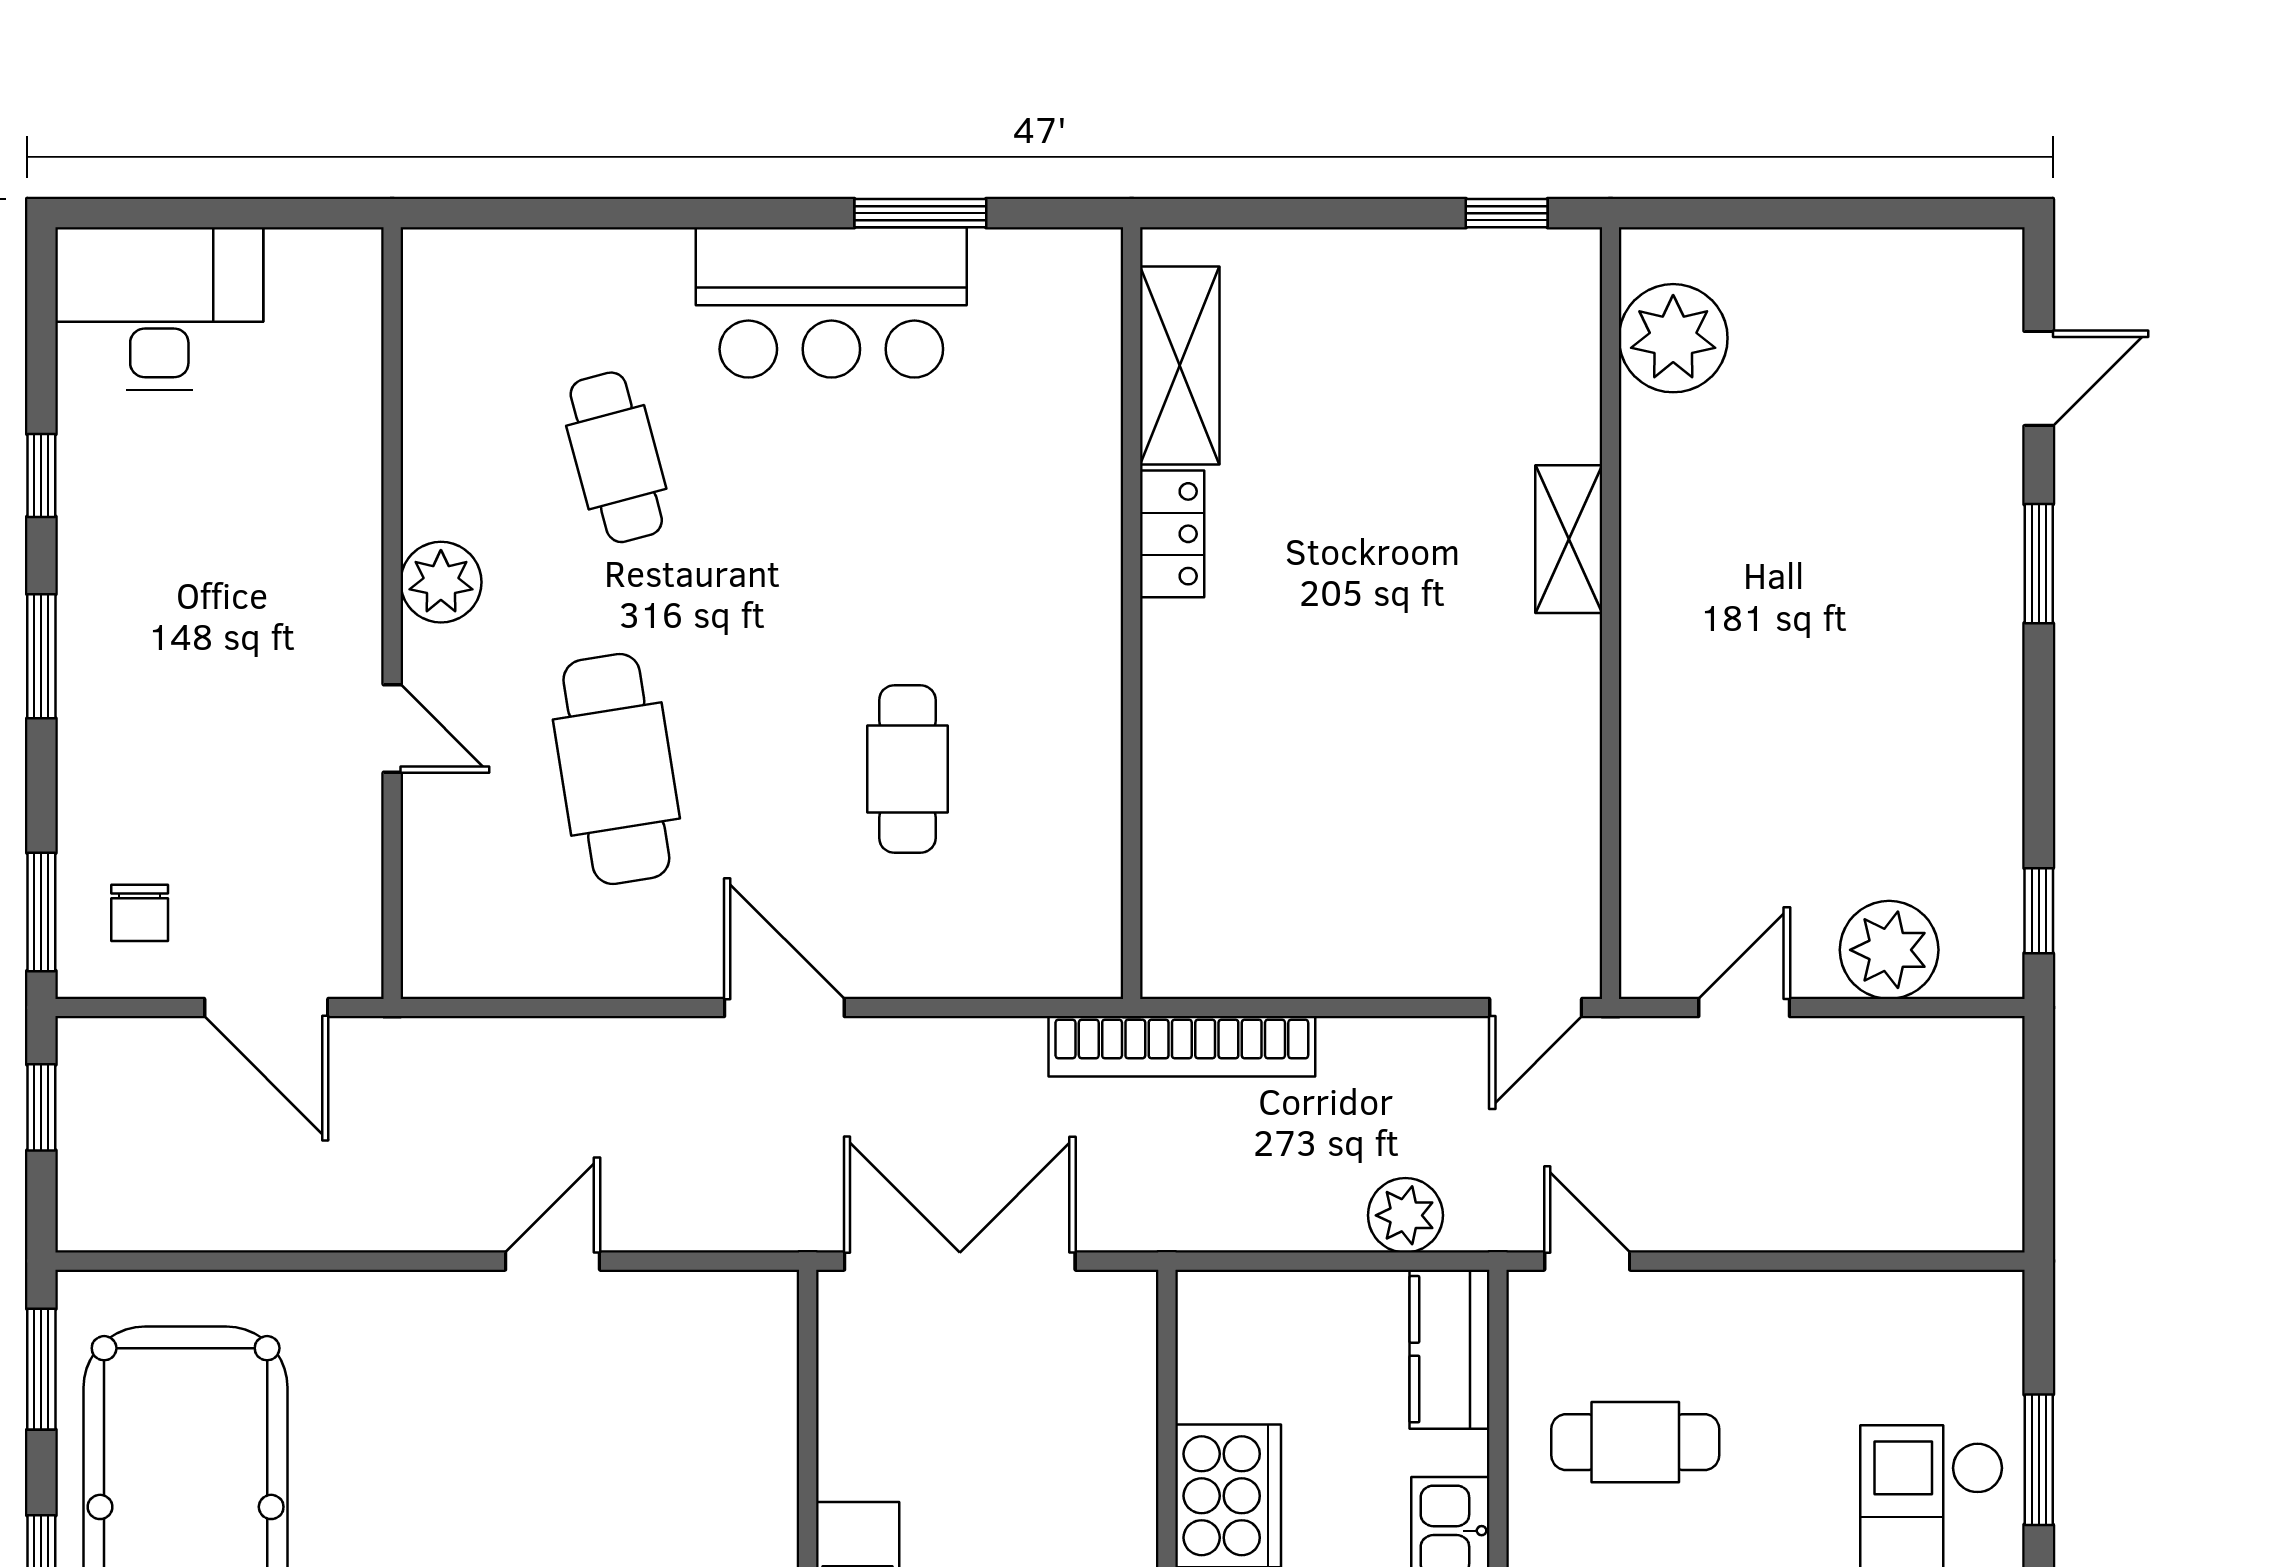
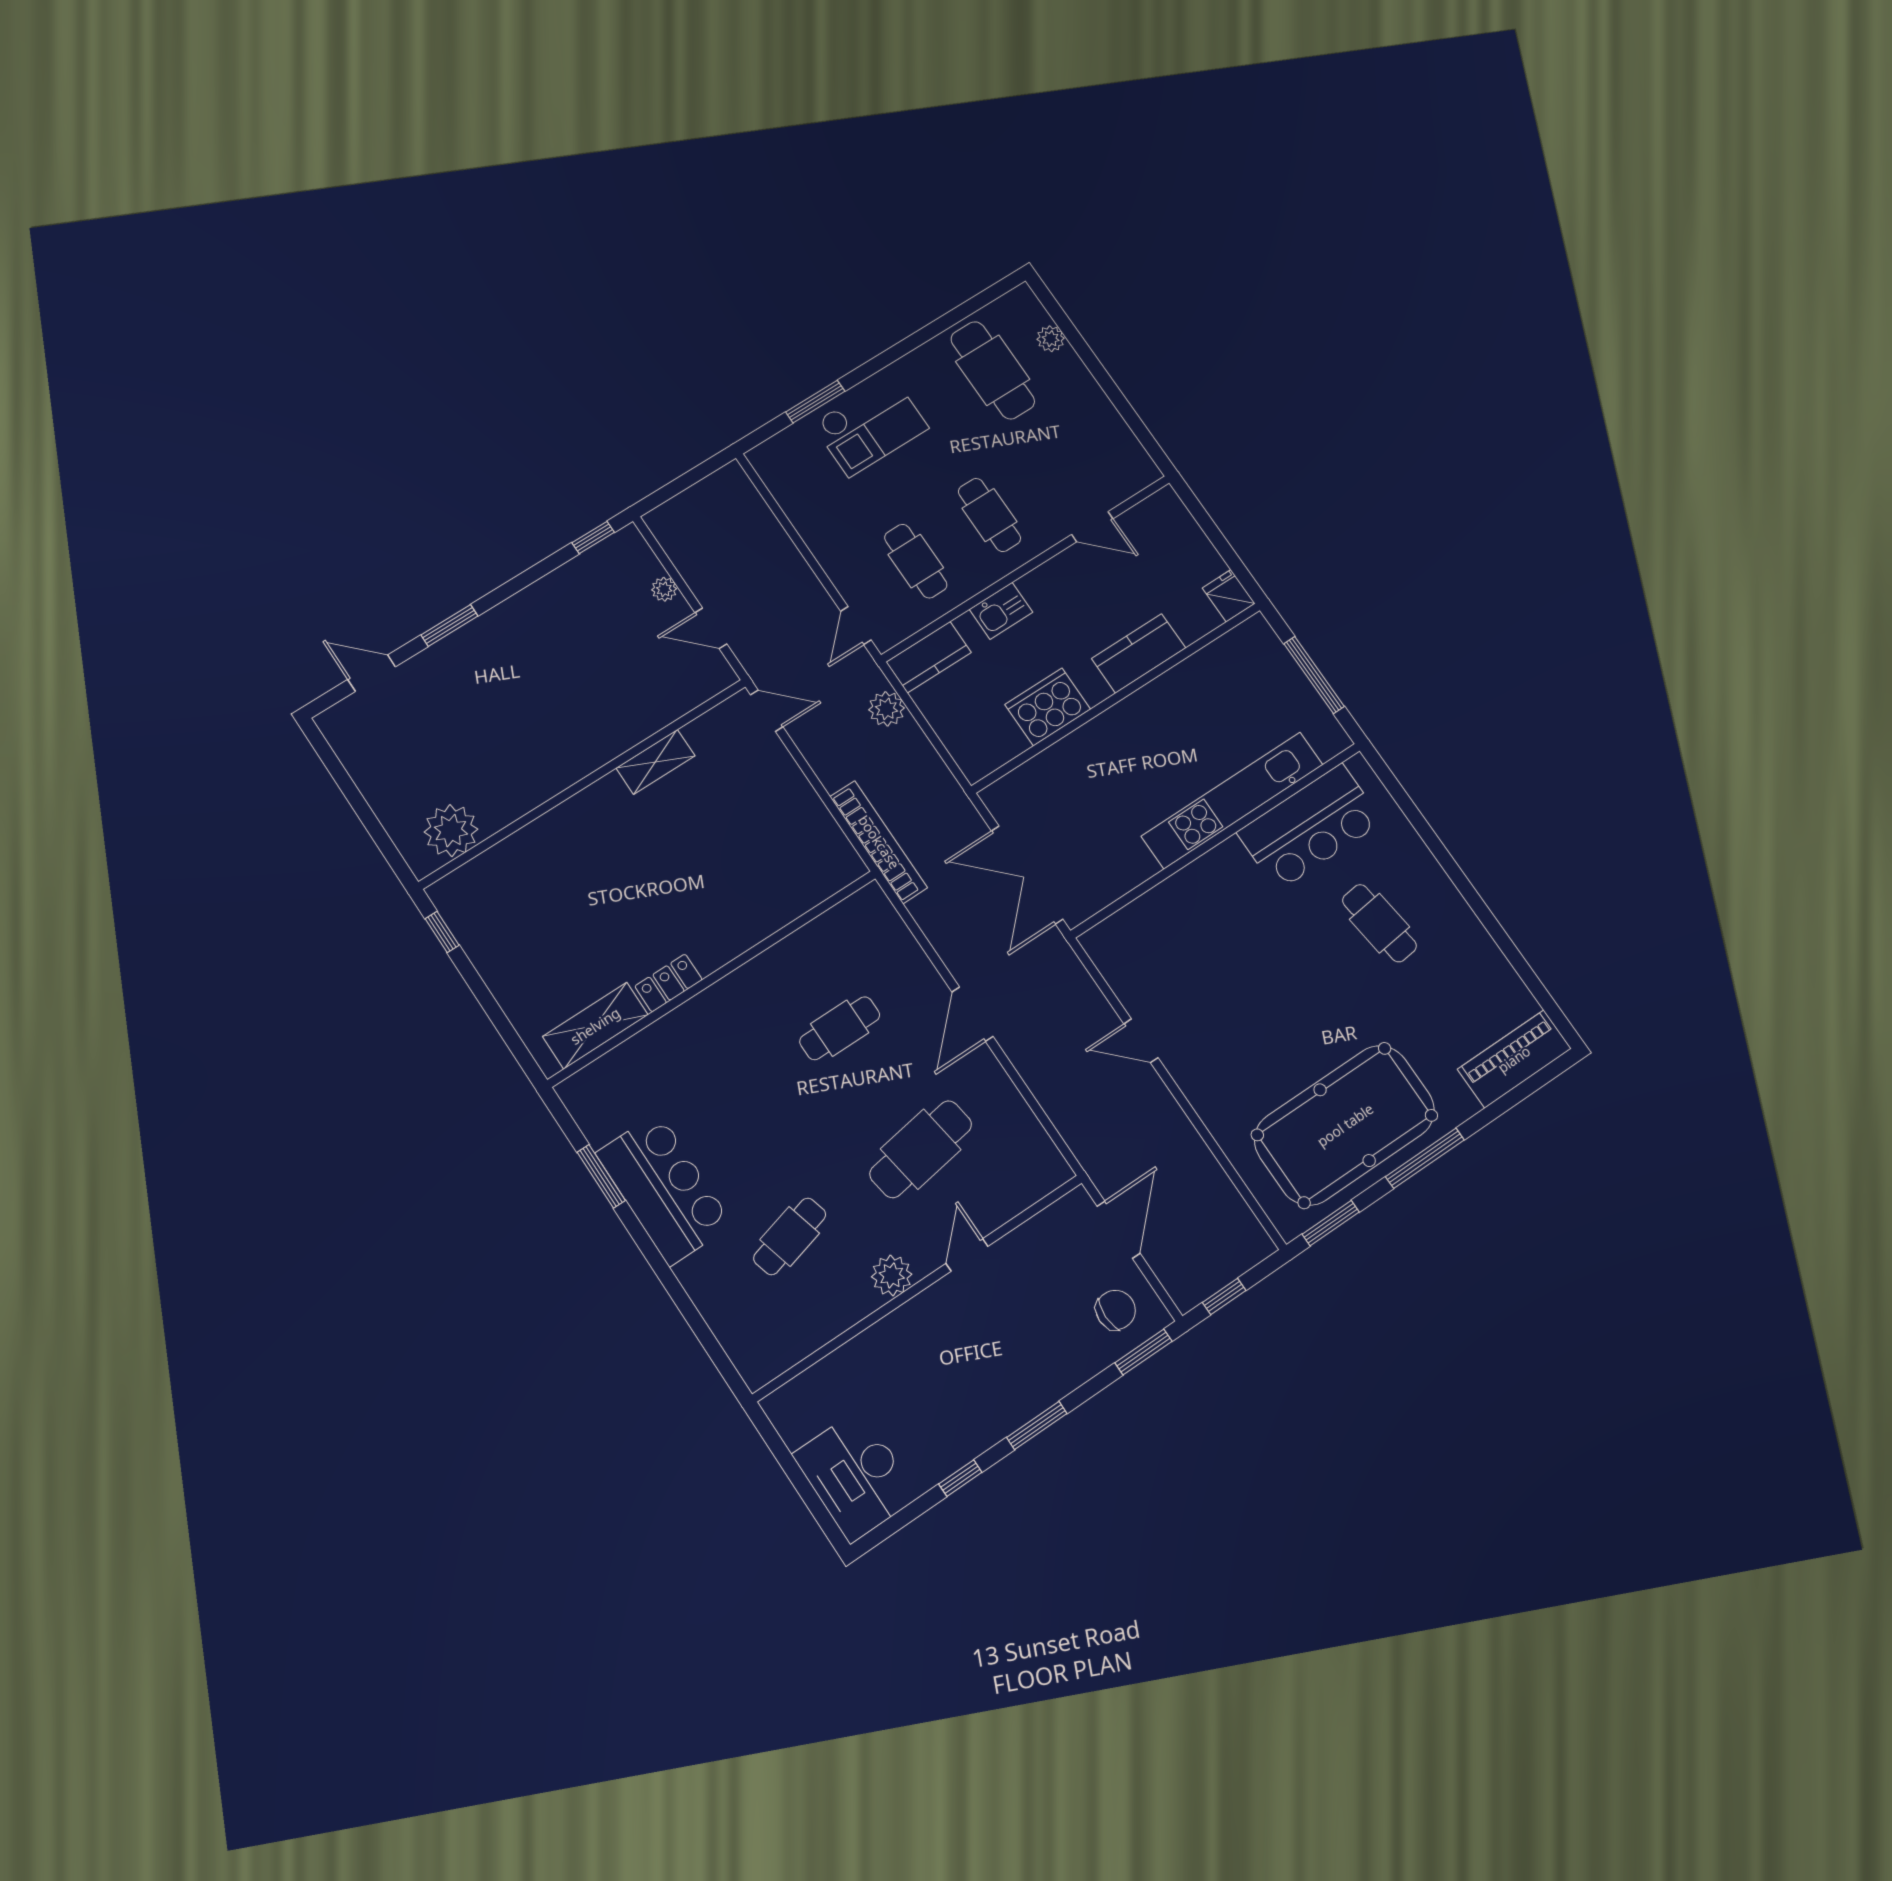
shelving: (1569, 539) -> (655, 762), moved
chair: (140, 913) -> (1116, 1310), width x1.37, depth x1.37
plant: (1889, 950) -> (664, 589), width x0.53, depth x0.53

